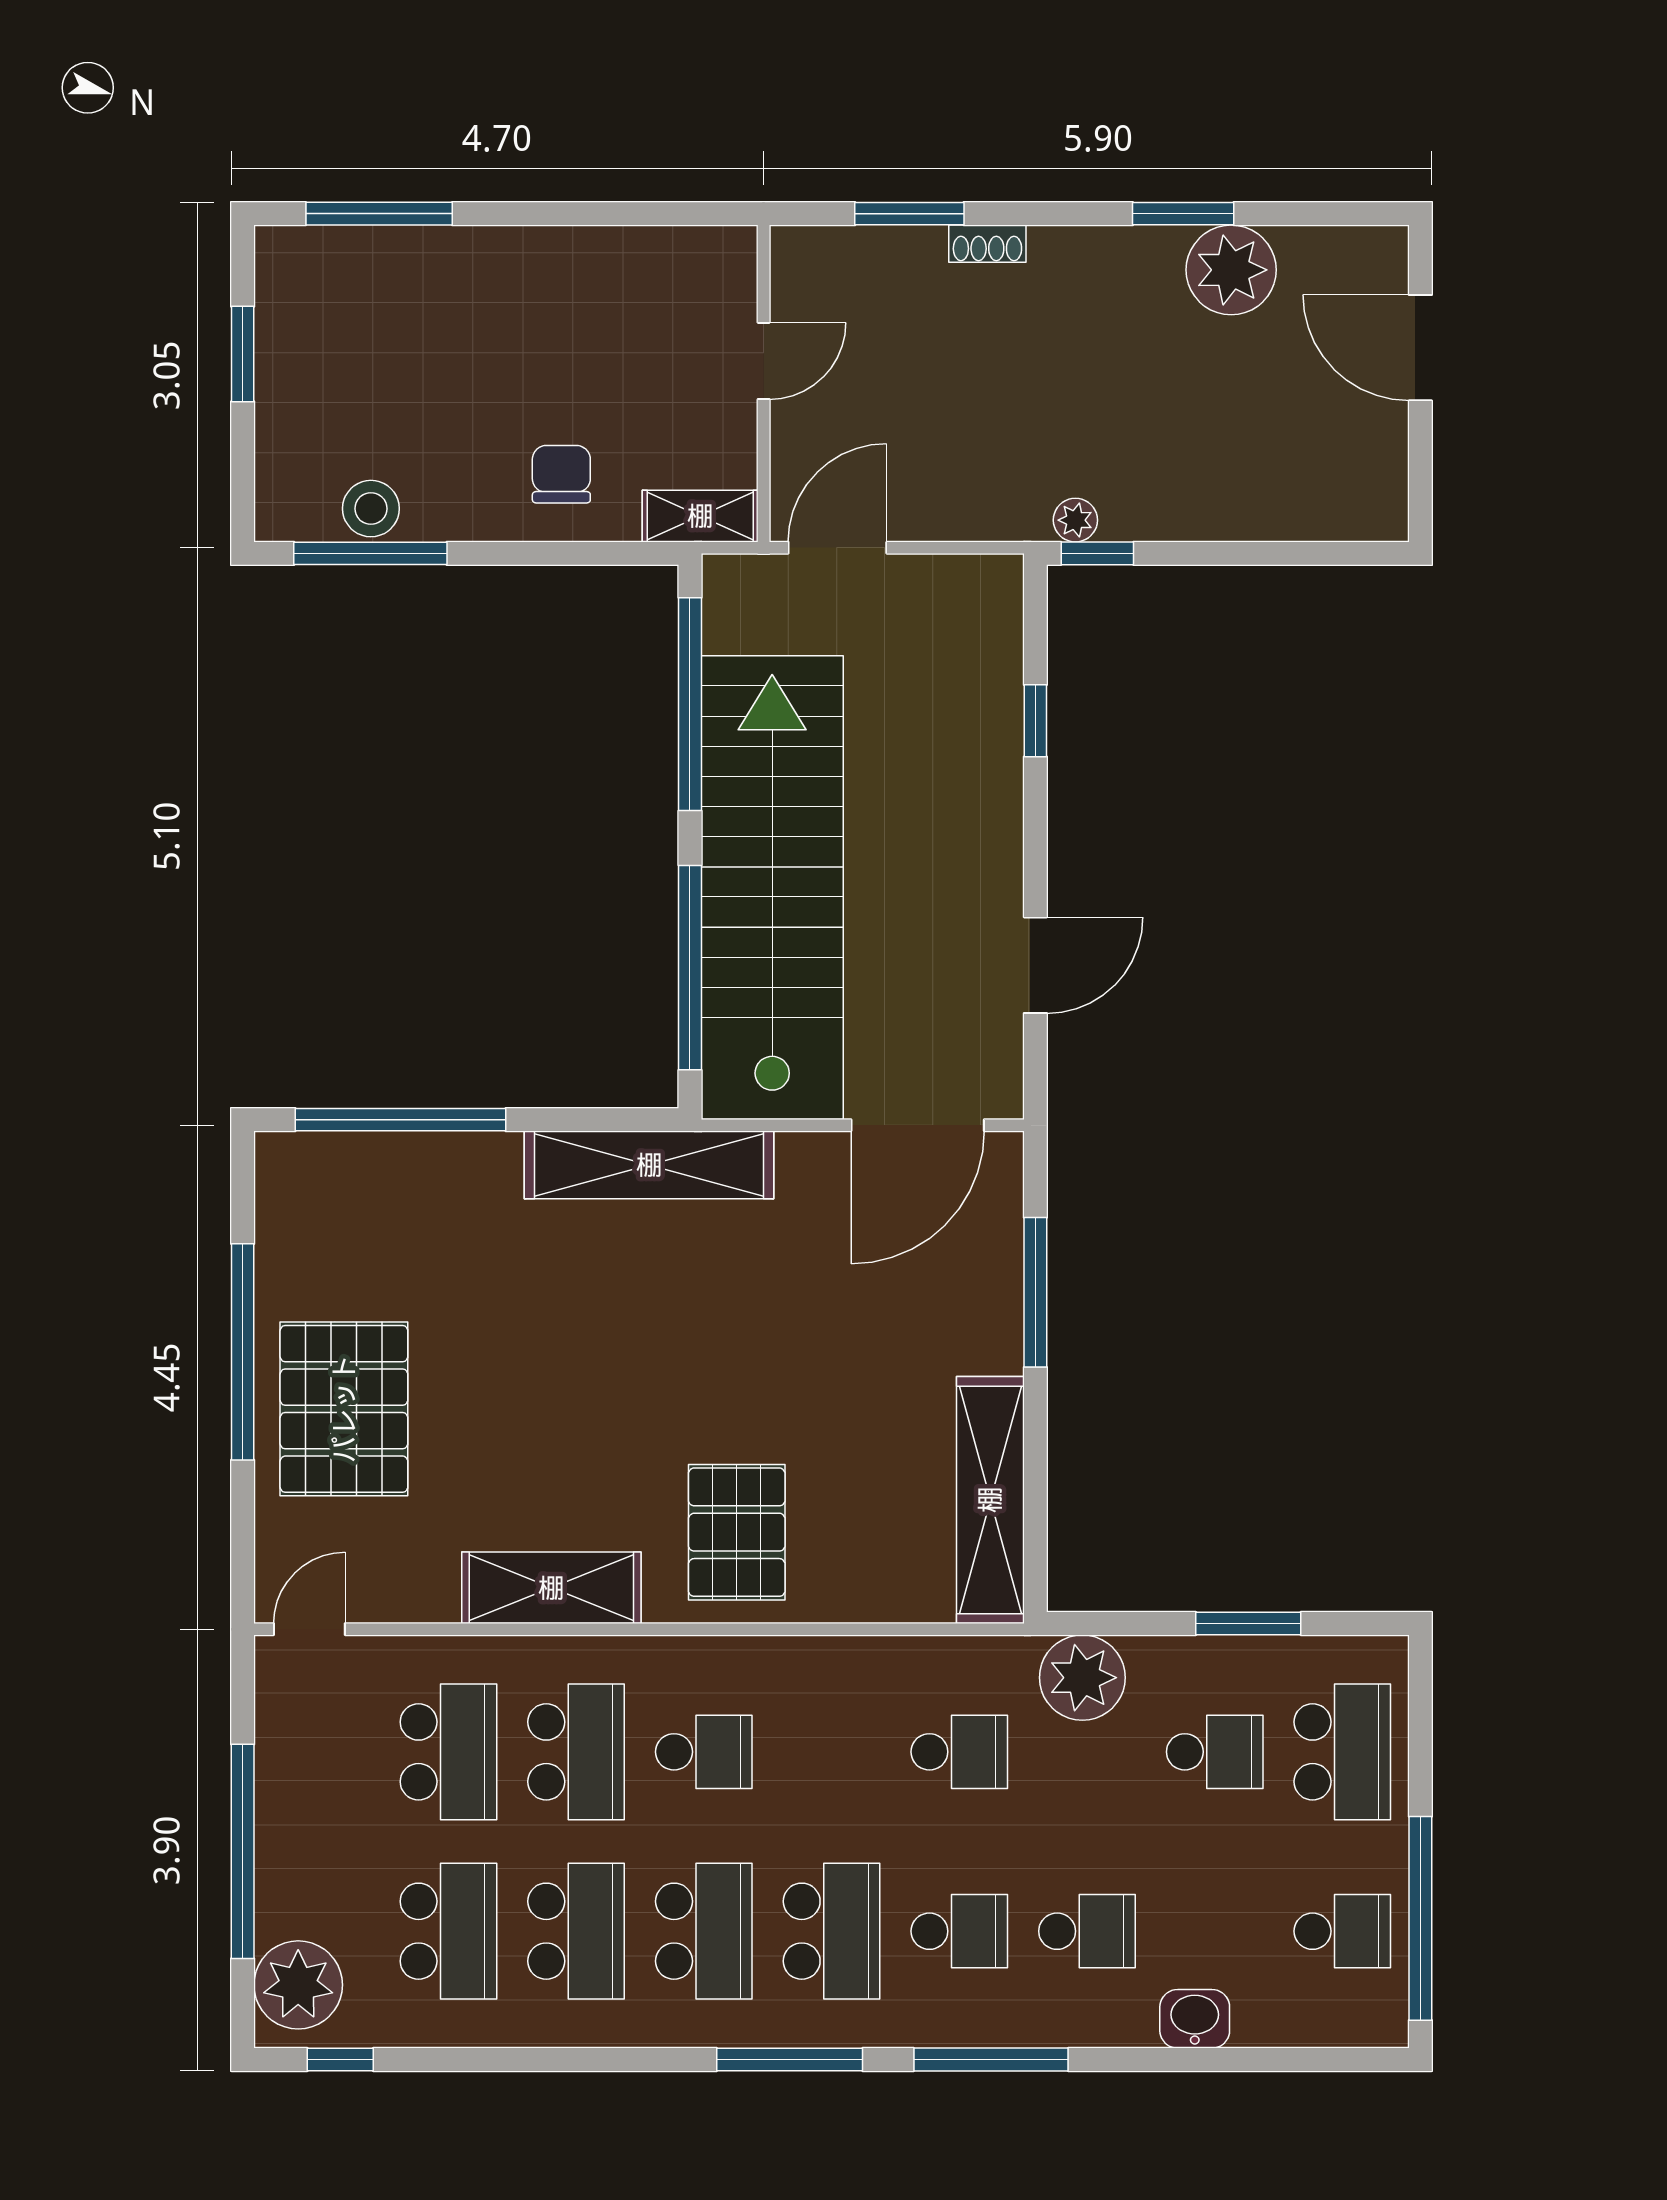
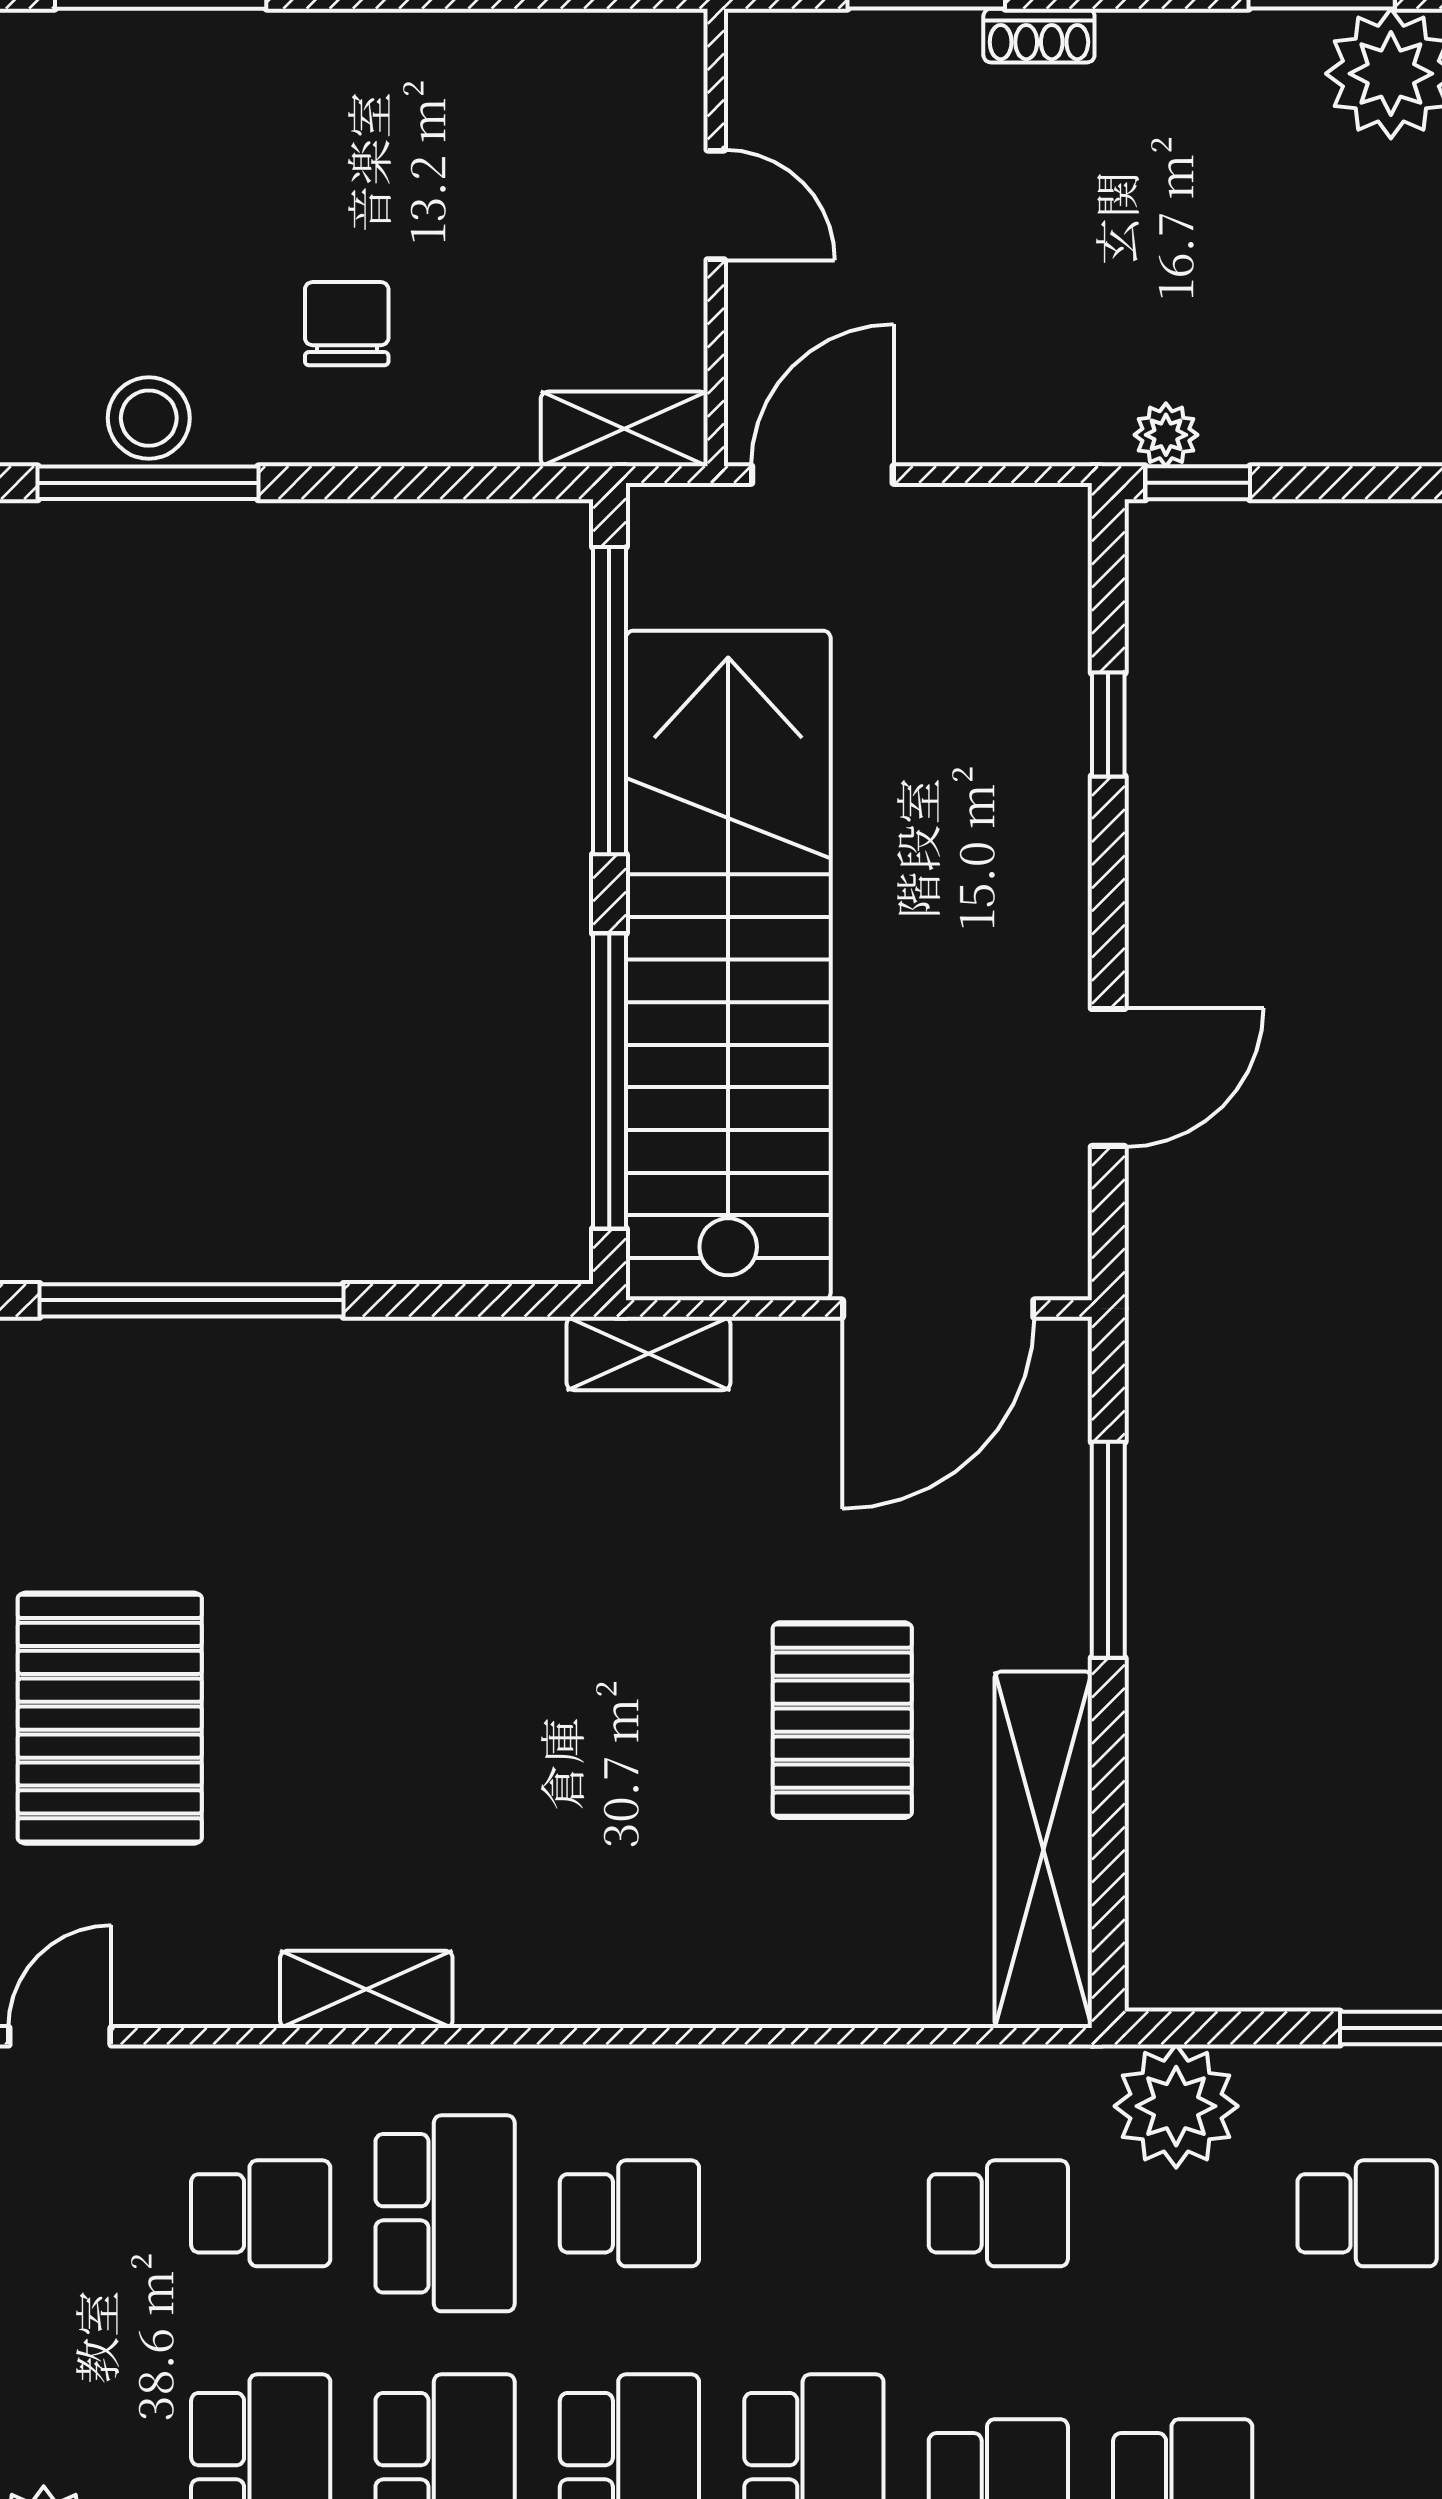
door: (764, 361) -> (716, 205), hinge flipped
chair: (561, 474) -> (347, 324), moved
shelving: (649, 1165) -> (648, 1354), width x0.45, depth x0.75
pallet: (737, 1532) -> (842, 1720), moved
shelving: (551, 1588) -> (366, 1989), width x0.67, depth x0.75
school desk: (448, 1752) -> (261, 2213), width x0.54

